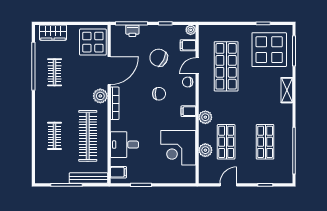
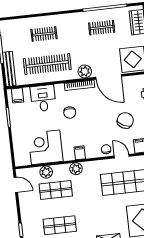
chair: (159, 94) -> (70, 113), moved
door: (228, 185) -> (16, 185), moved

